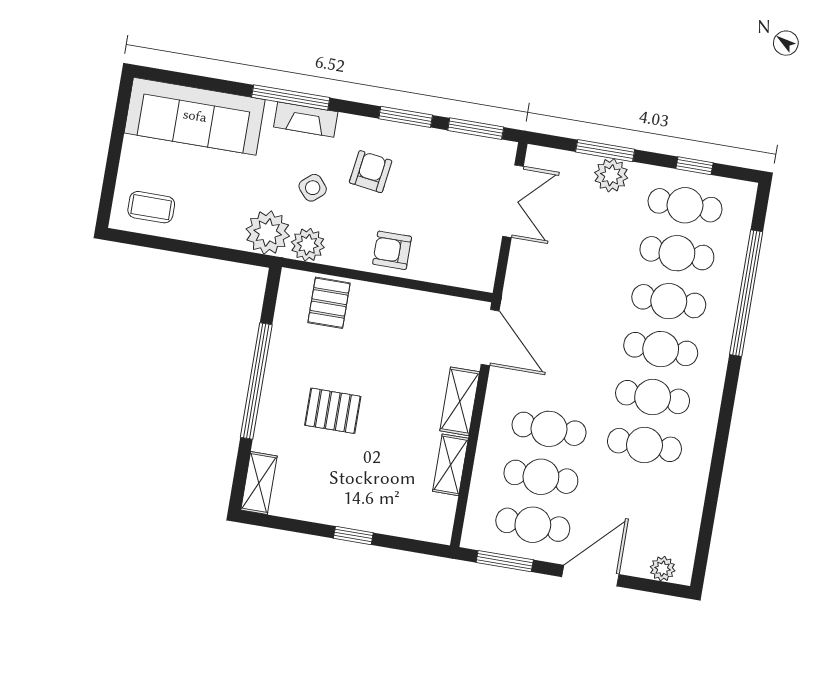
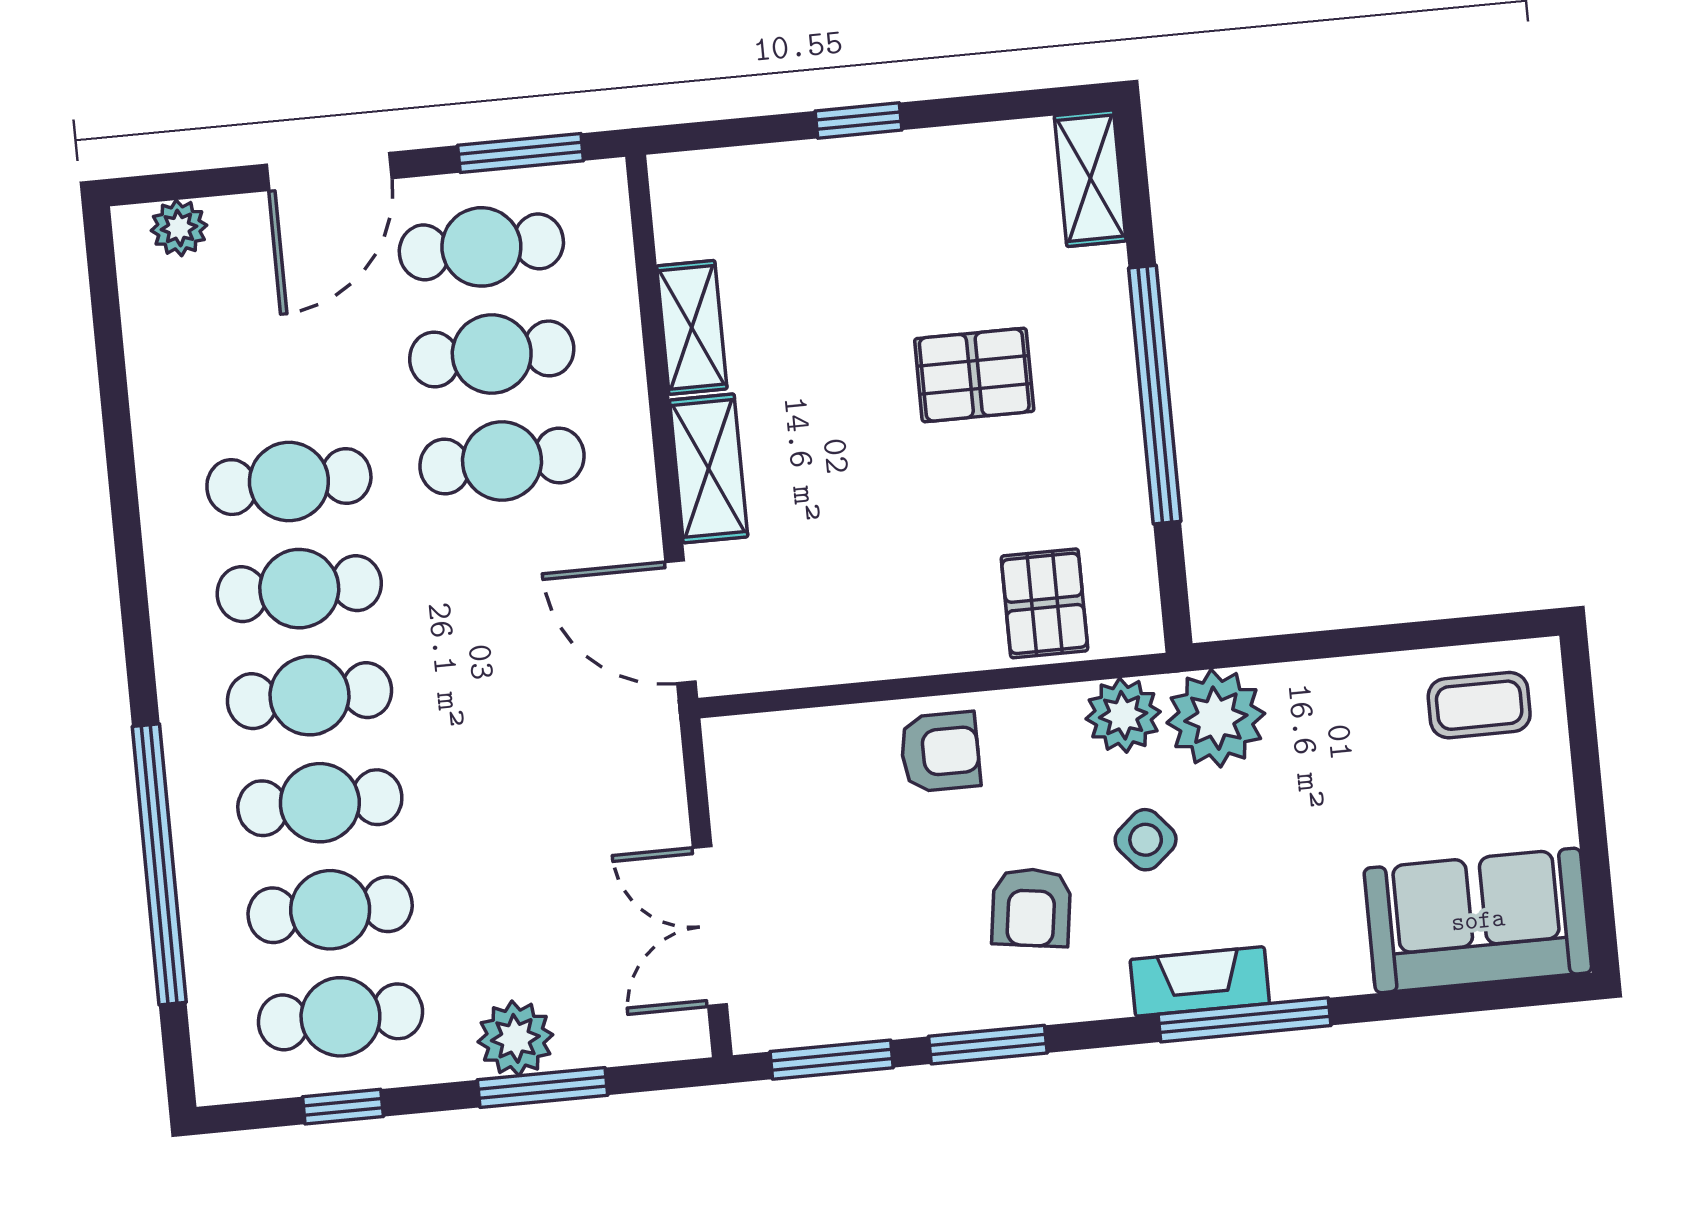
sofa: (195, 116) -> (1478, 920), width x0.73

